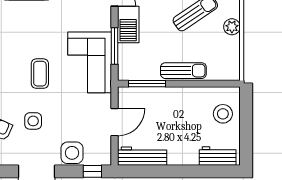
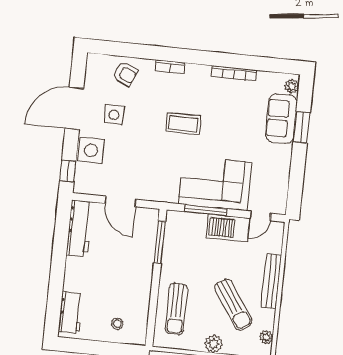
corner sofa: (90, 62) -> (215, 183), moved
sun lounger: (183, 71) -> (176, 309), moved
stool: (223, 114) -> (117, 324), width x0.53, depth x0.53
side table: (33, 121) -> (114, 115), moved

